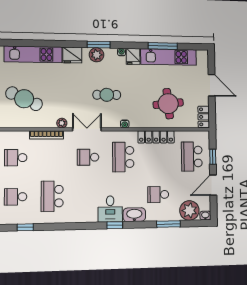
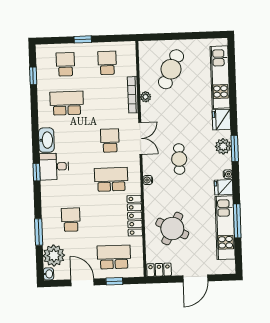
round table: (168, 104) -> (172, 229), turned 34
plant: (62, 123) -> (146, 97), moved
washbasin: (134, 215) -> (46, 140), moved

